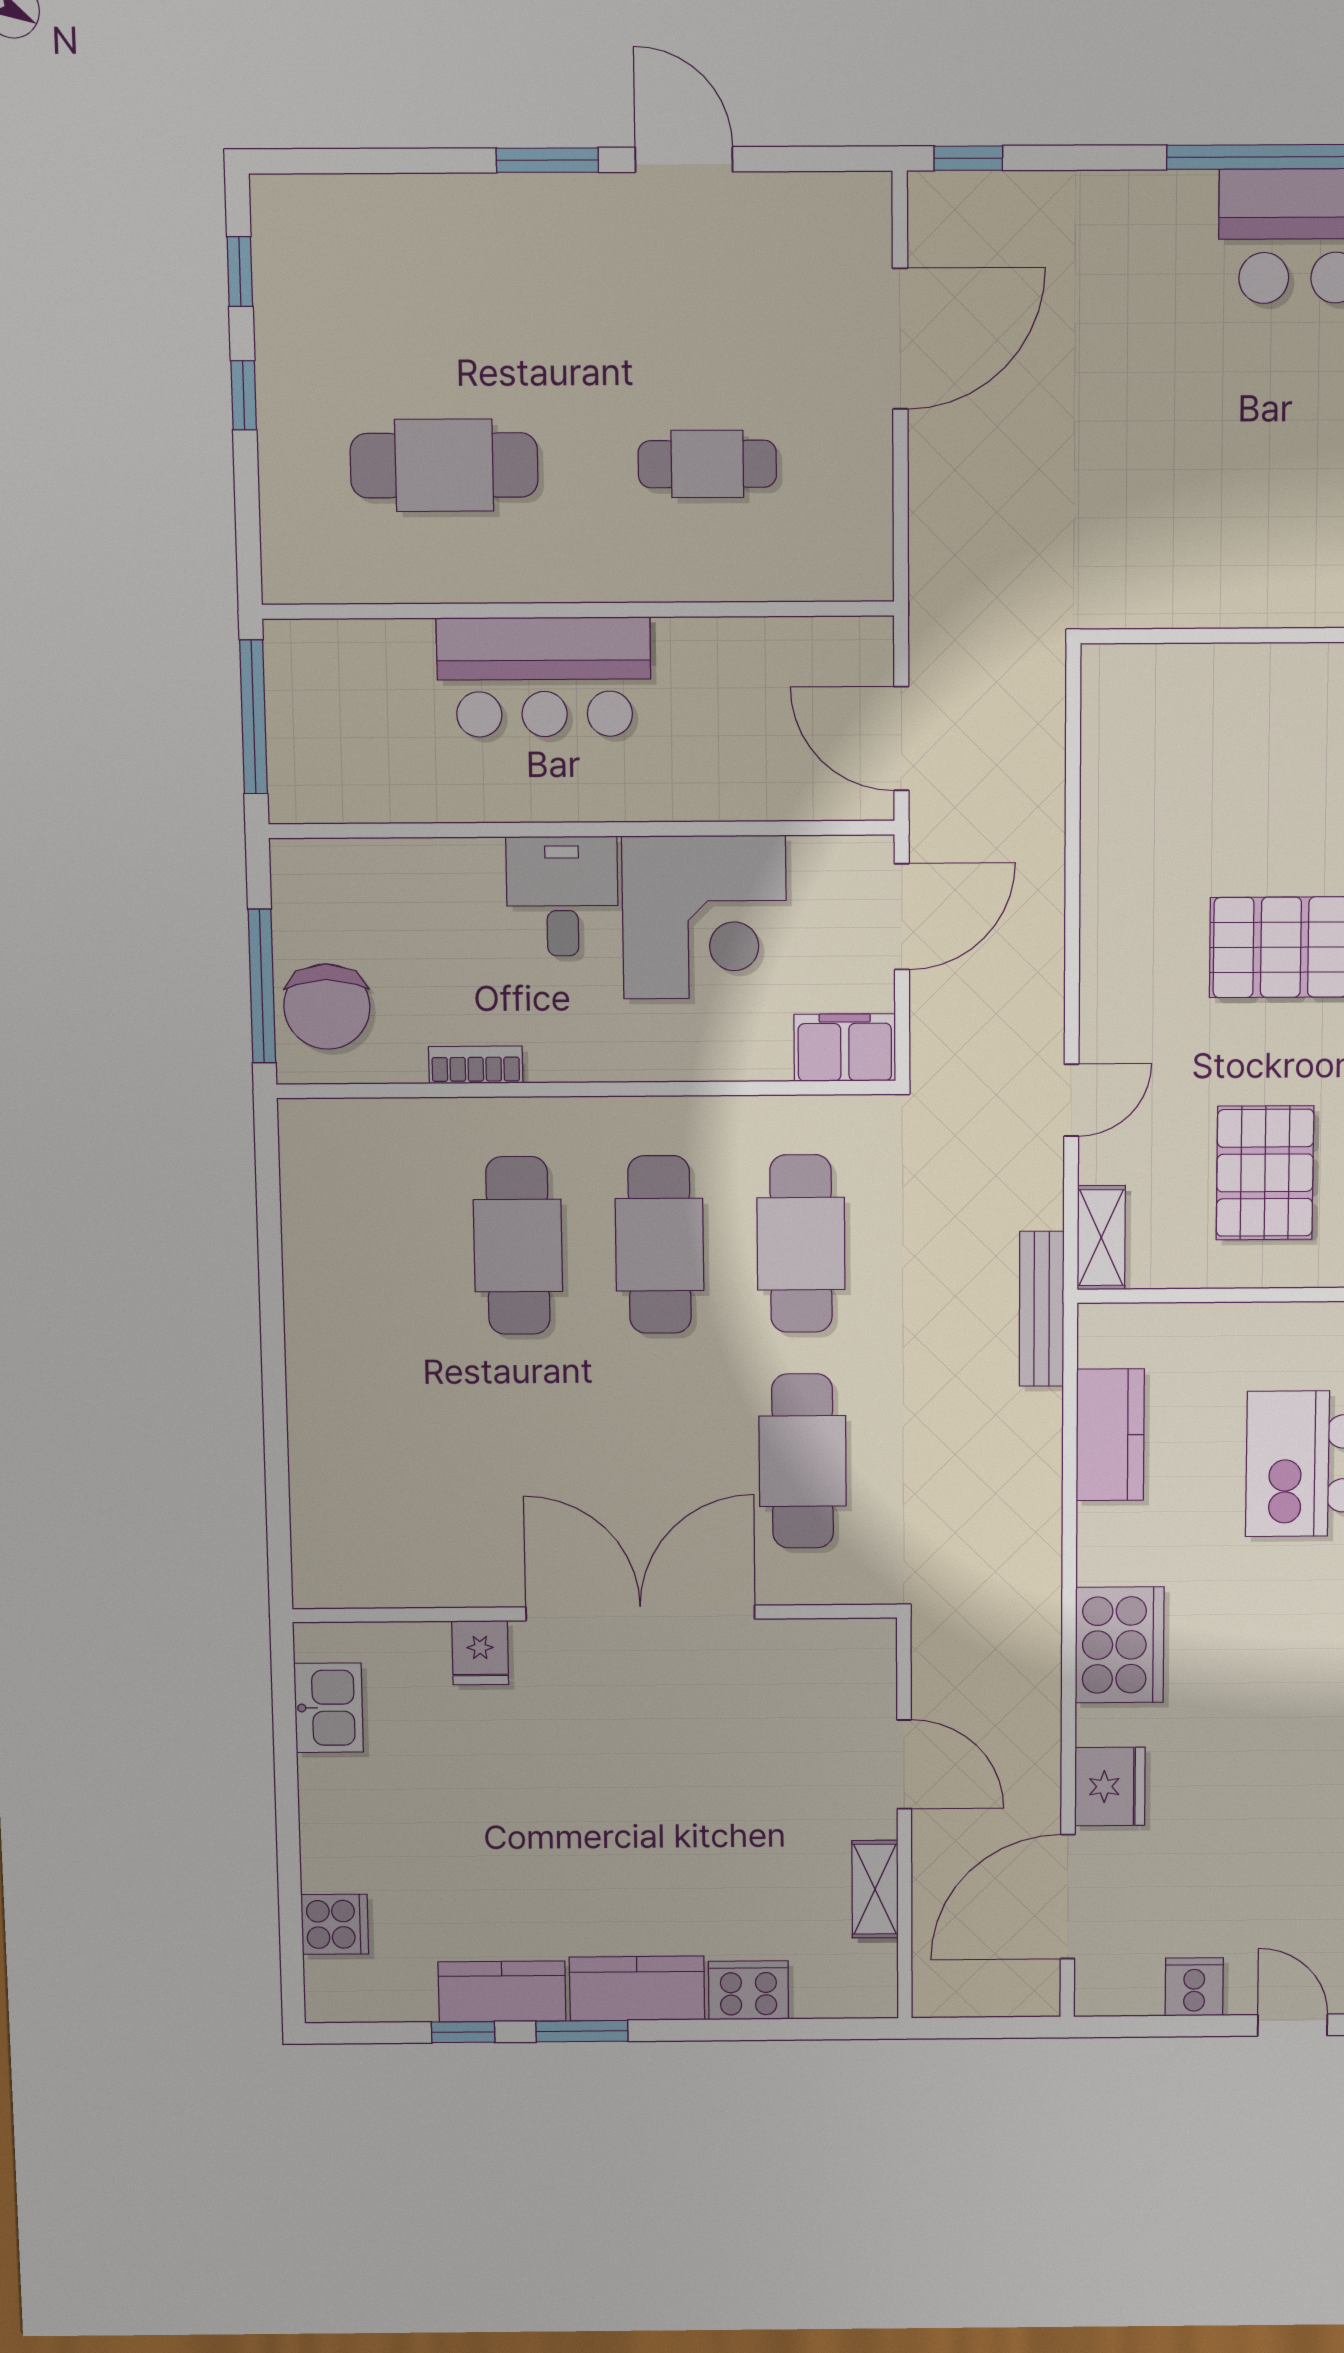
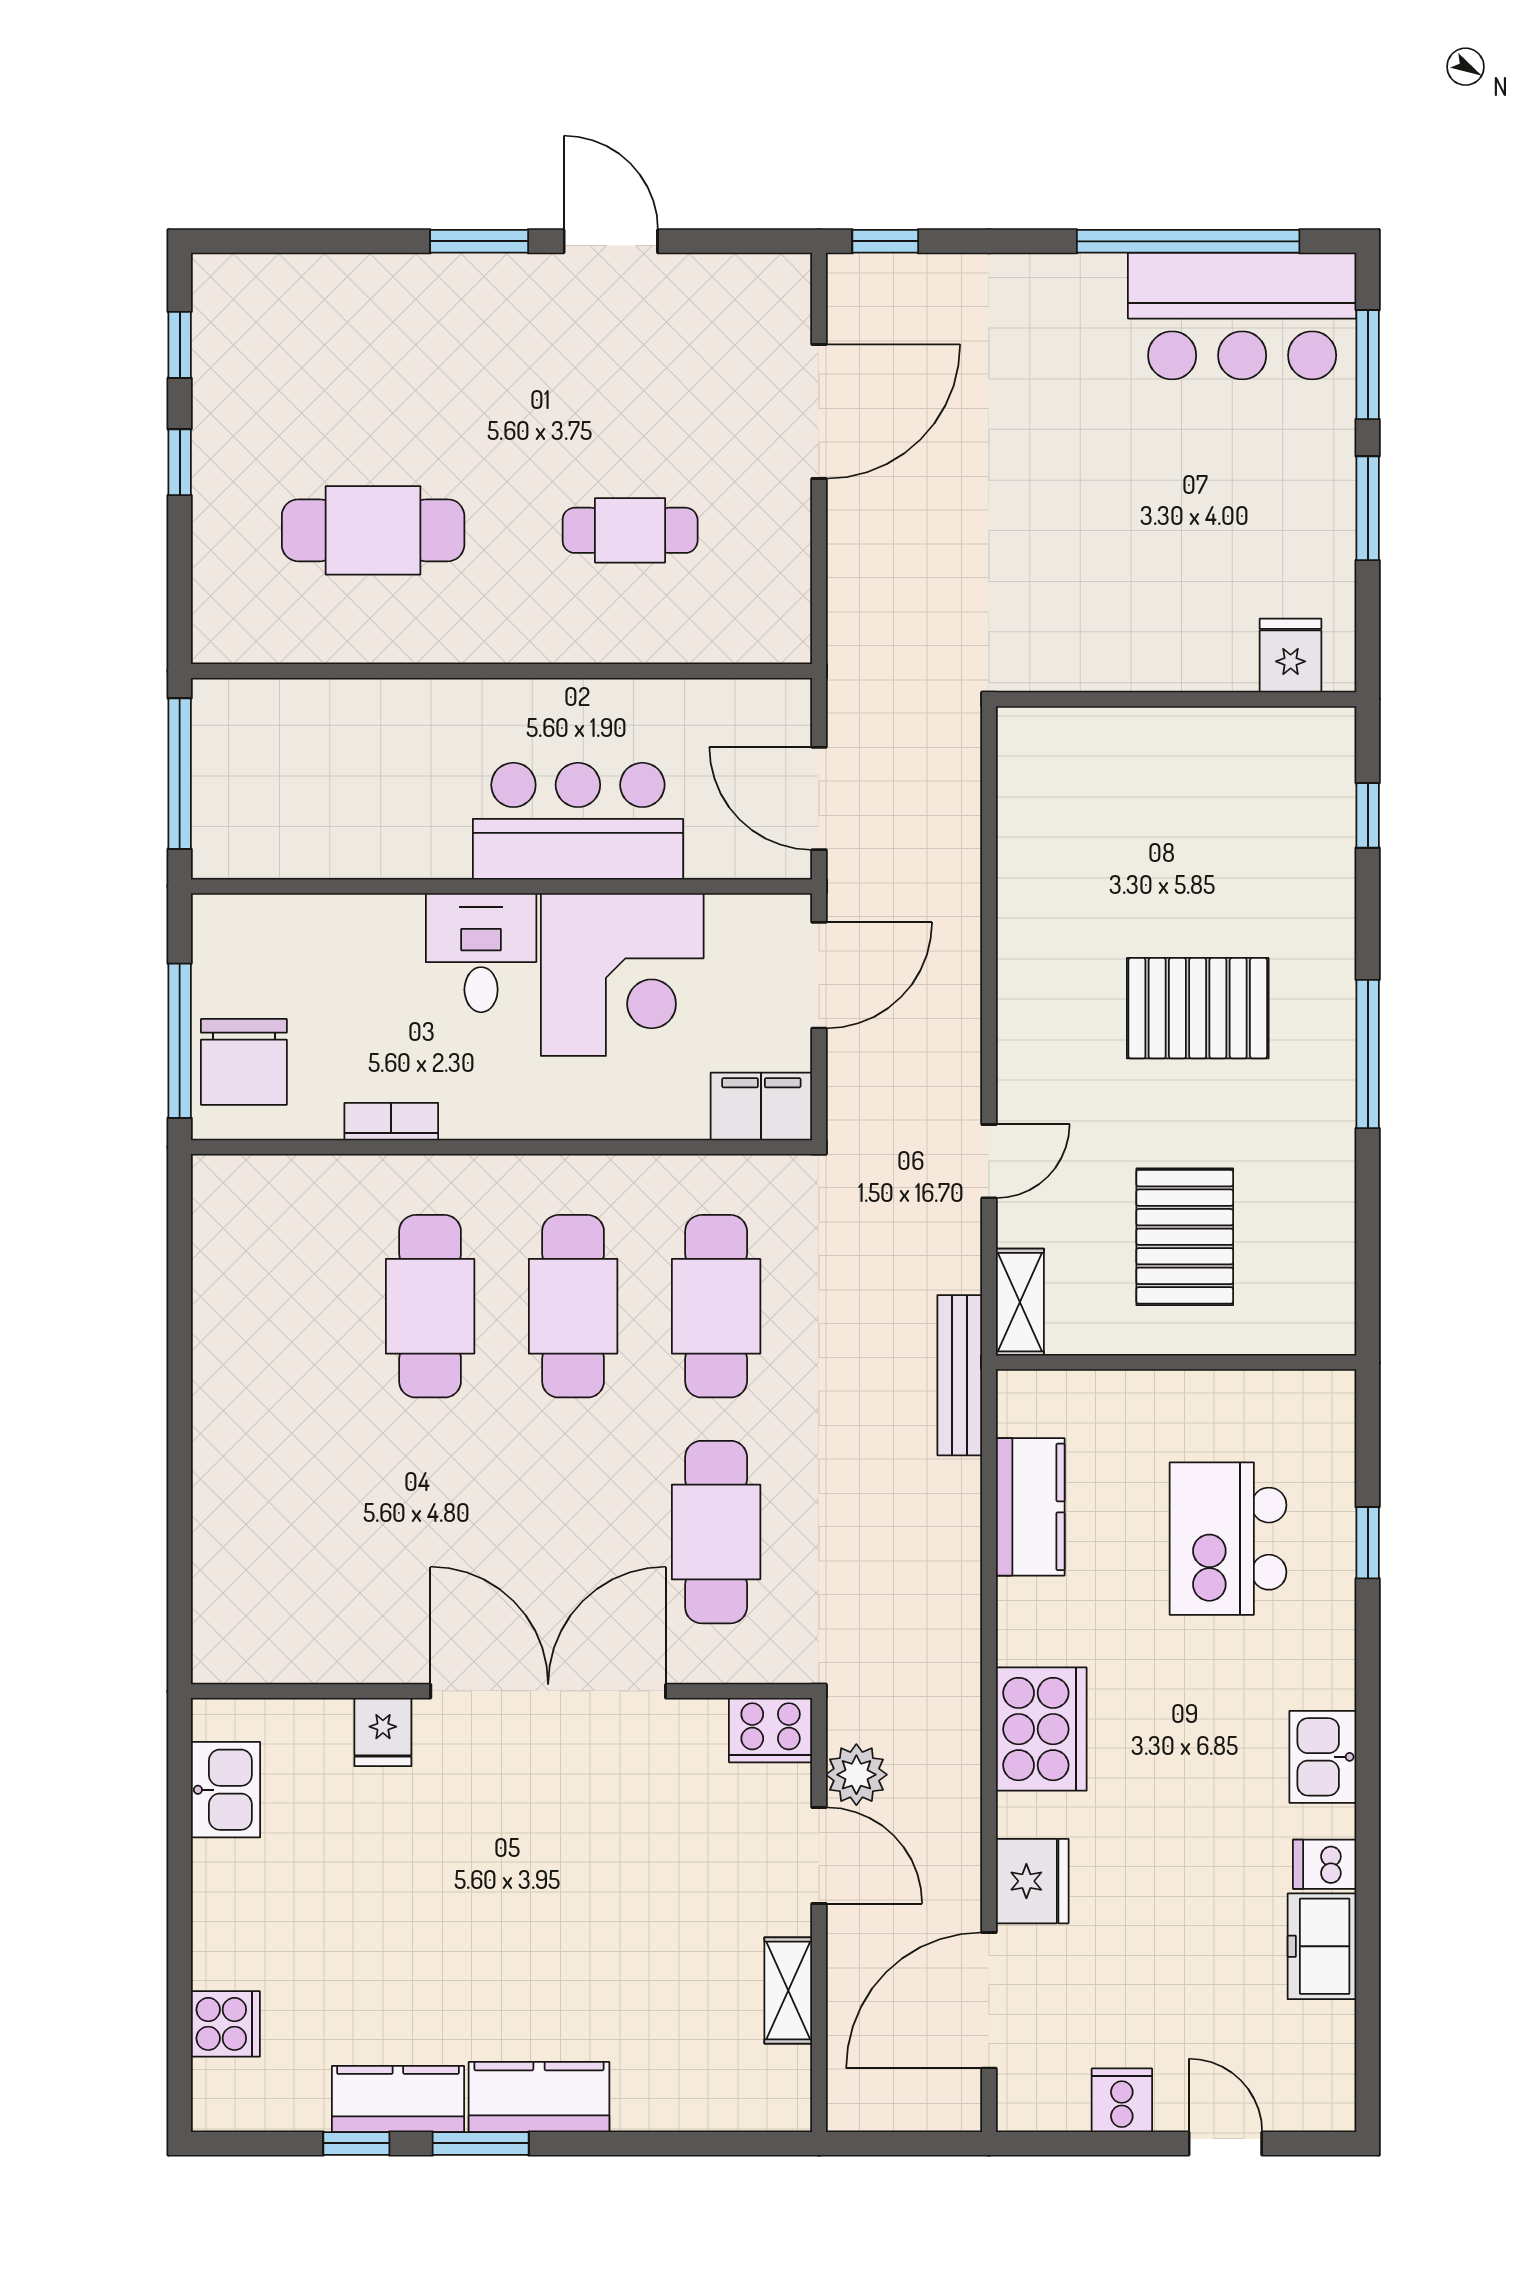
bar counter: (544, 677) -> (578, 821), moved, turned 180
plant: (940, 1689) -> (856, 1775), added
cooker: (748, 1990) -> (771, 1730), moved, turned 180

